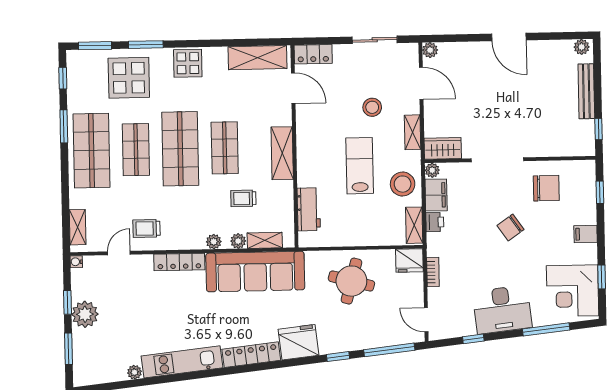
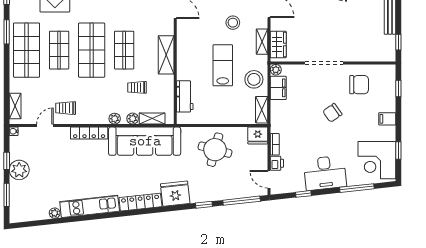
wardrobe: (443, 148) -> (278, 44), moved, turned 90
printer: (435, 222) -> (277, 163), moved

